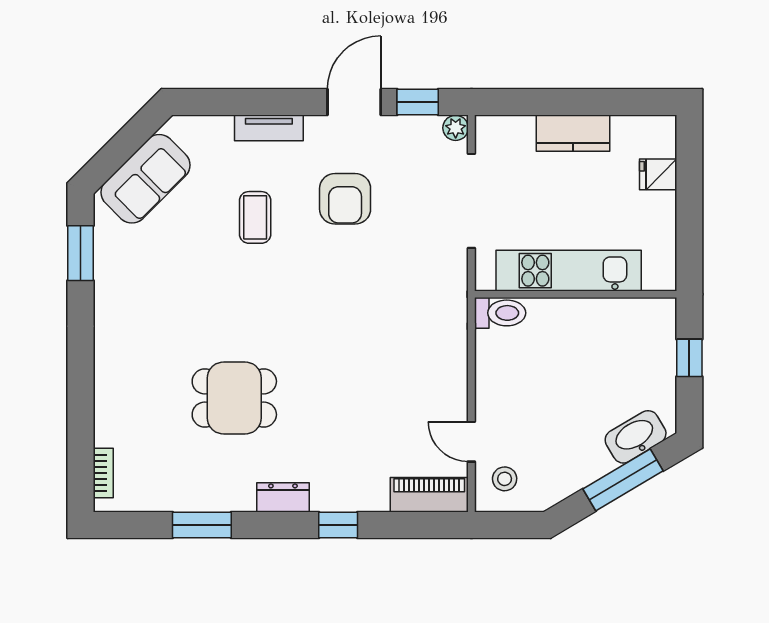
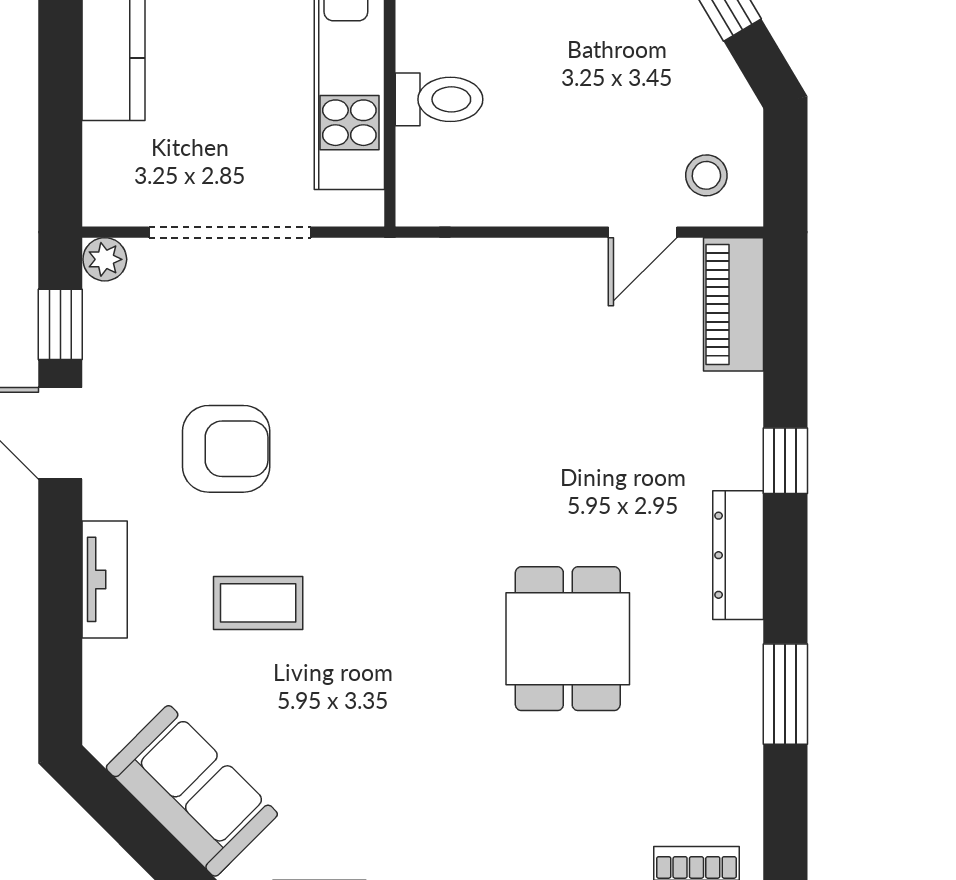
toilet: (500, 313) -> (439, 99), moved, turned 90
dresser: (283, 497) -> (738, 555), width x1.44

